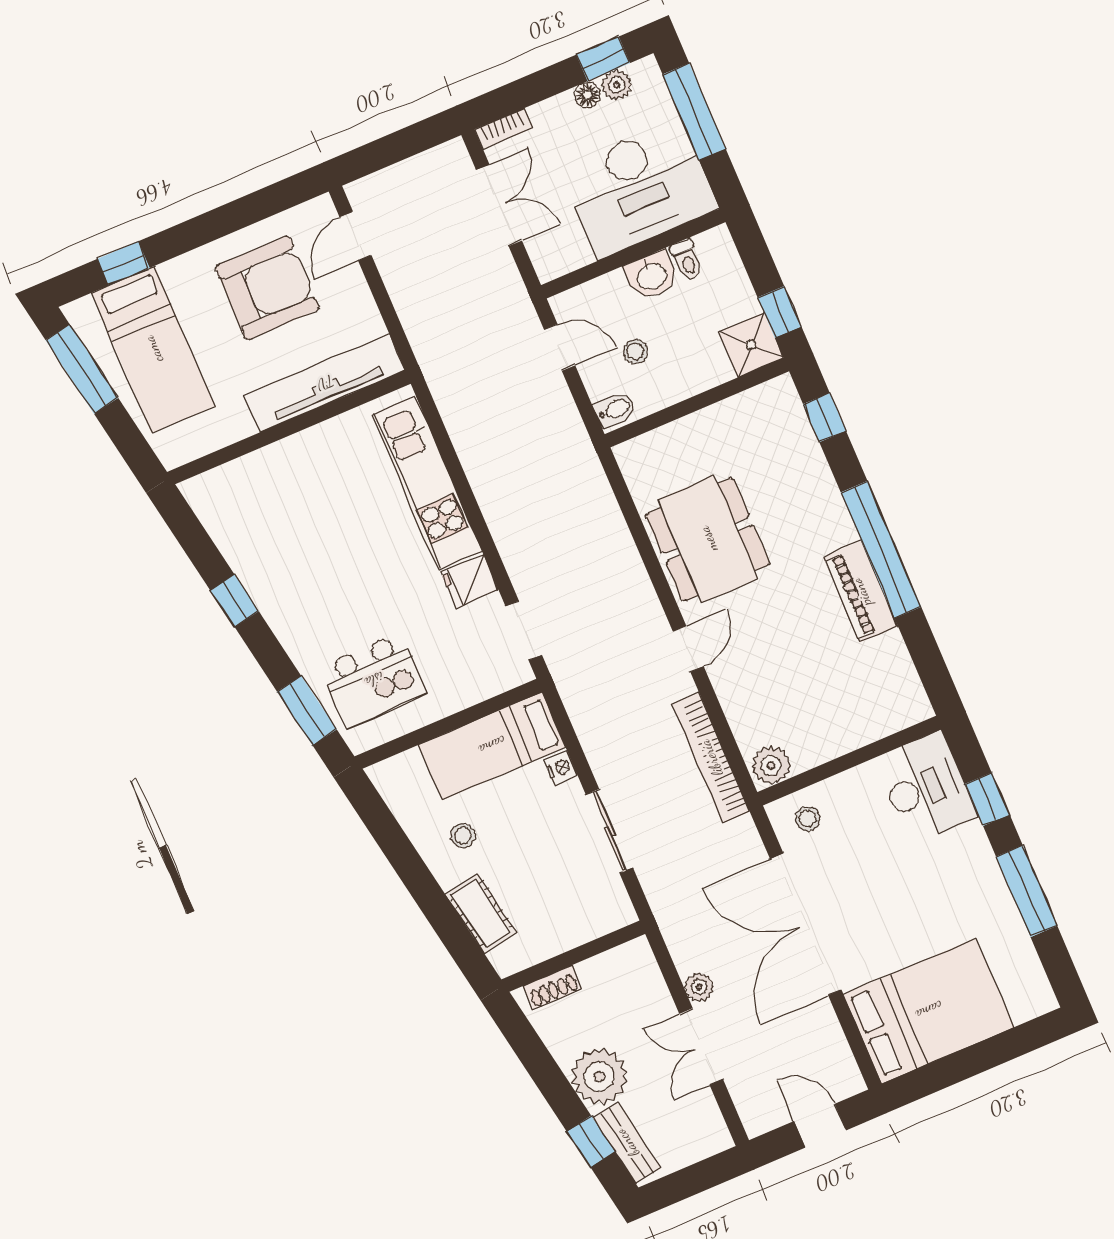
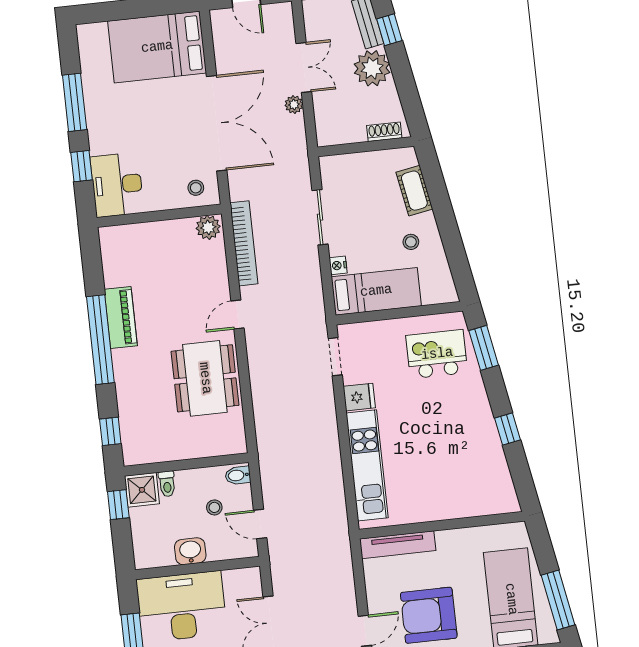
toilet: (687, 260) -> (167, 484), moved, turned 180
tv unit: (325, 383) -> (398, 545), width x0.73, depth x0.78

